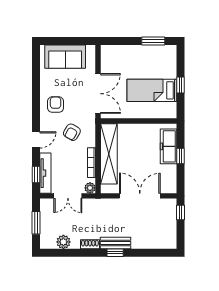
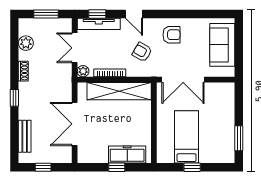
double door: (140, 196) -> (75, 124), swing flipped
window: (181, 212) -> (43, 167), moved
bench: (116, 243) -> (25, 136), moved

